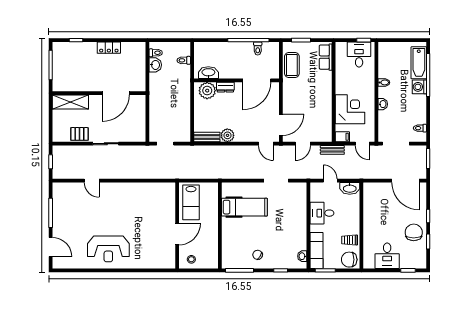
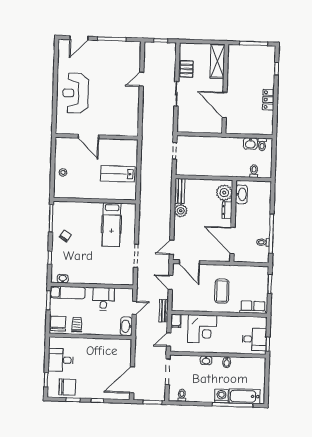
coffee table: (292, 65) -> (222, 291), moved, turned 90
wall: (177, 225) -> (97, 137), moved
chair: (414, 232) -> (67, 387), moved
door: (177, 234) -> (88, 136), moved

